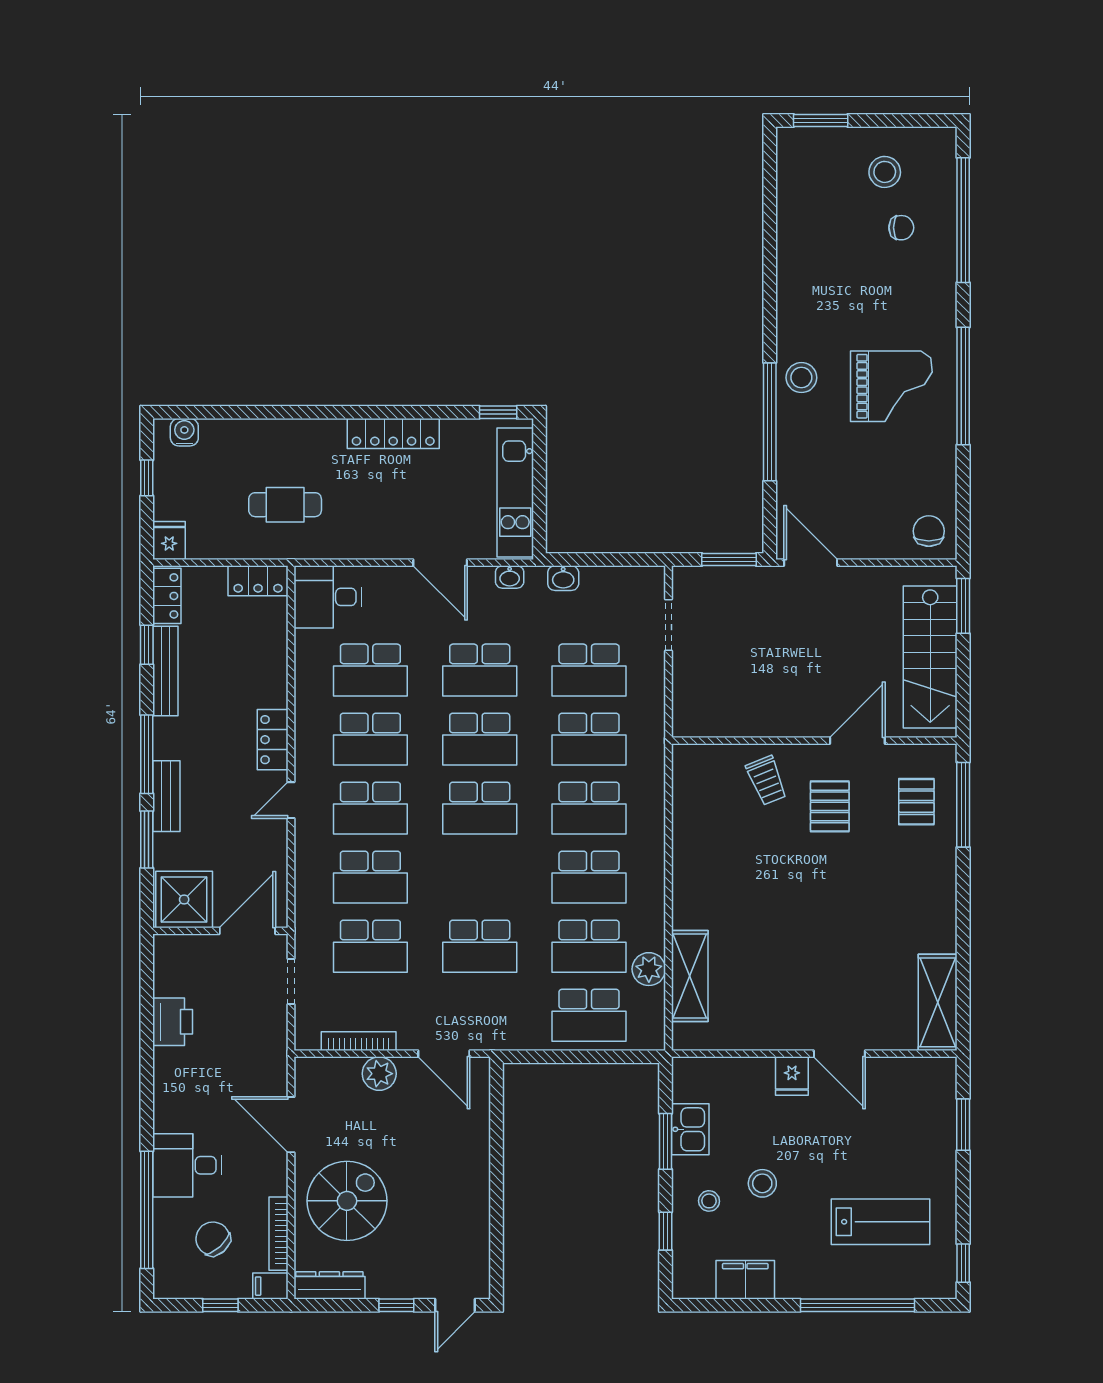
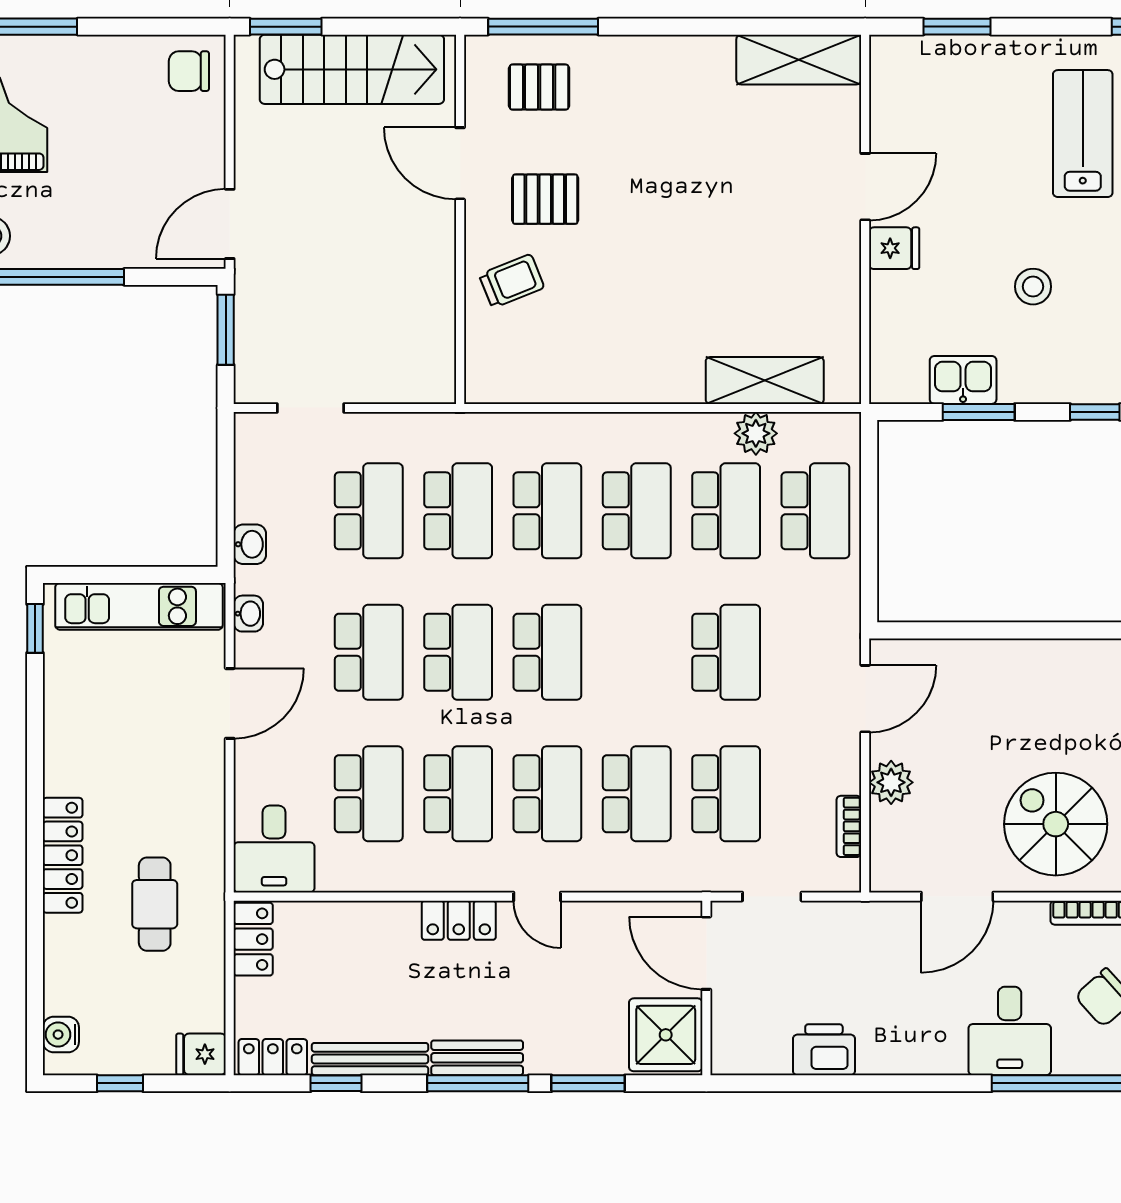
locker: (393, 434) -> (63, 855), moved
bench: (166, 796) -> (477, 1058), moved
bookcase: (359, 1041) -> (849, 826), width x0.64
stool: (709, 1201) -> (1056, 356), removed

